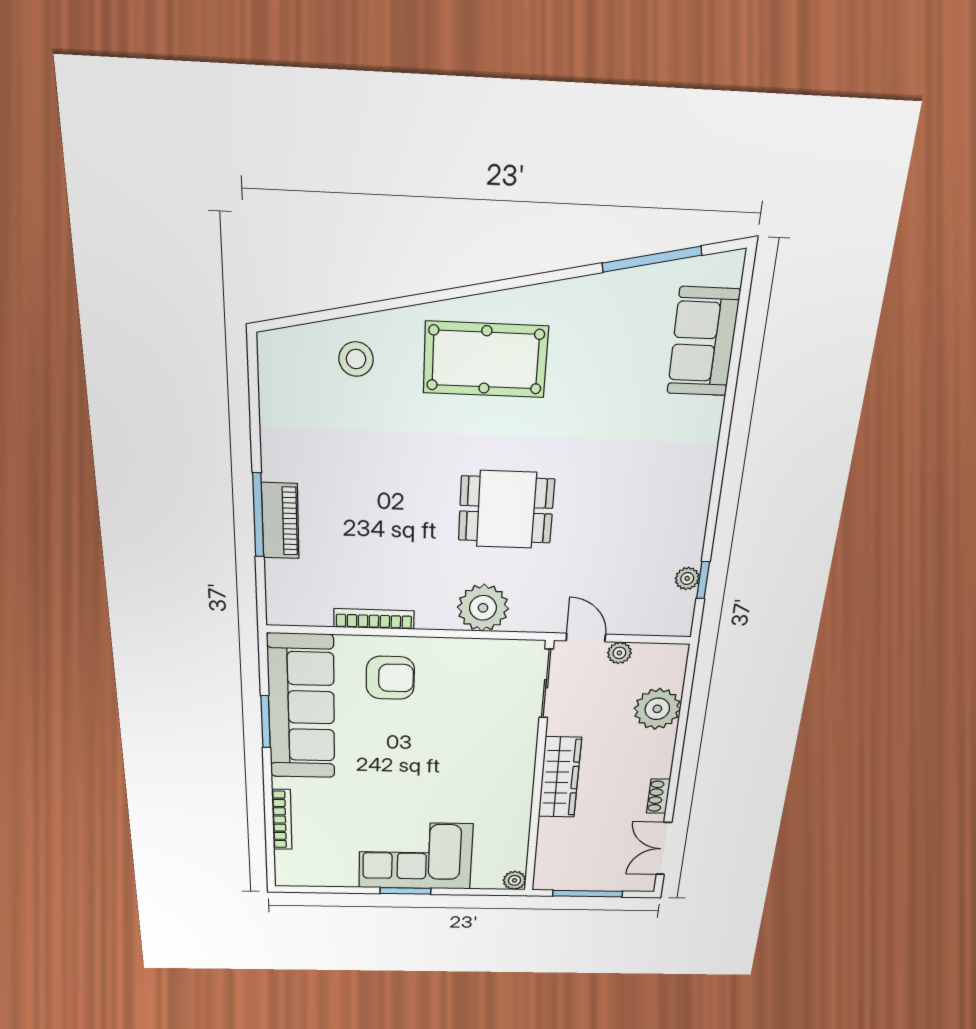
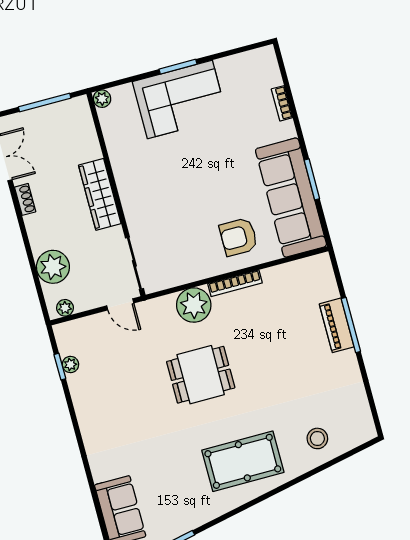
bookcase: (374, 619) -> (235, 283), moved
plant: (619, 653) -> (65, 308), moved
bookcase: (282, 820) -> (282, 103), width x0.64

